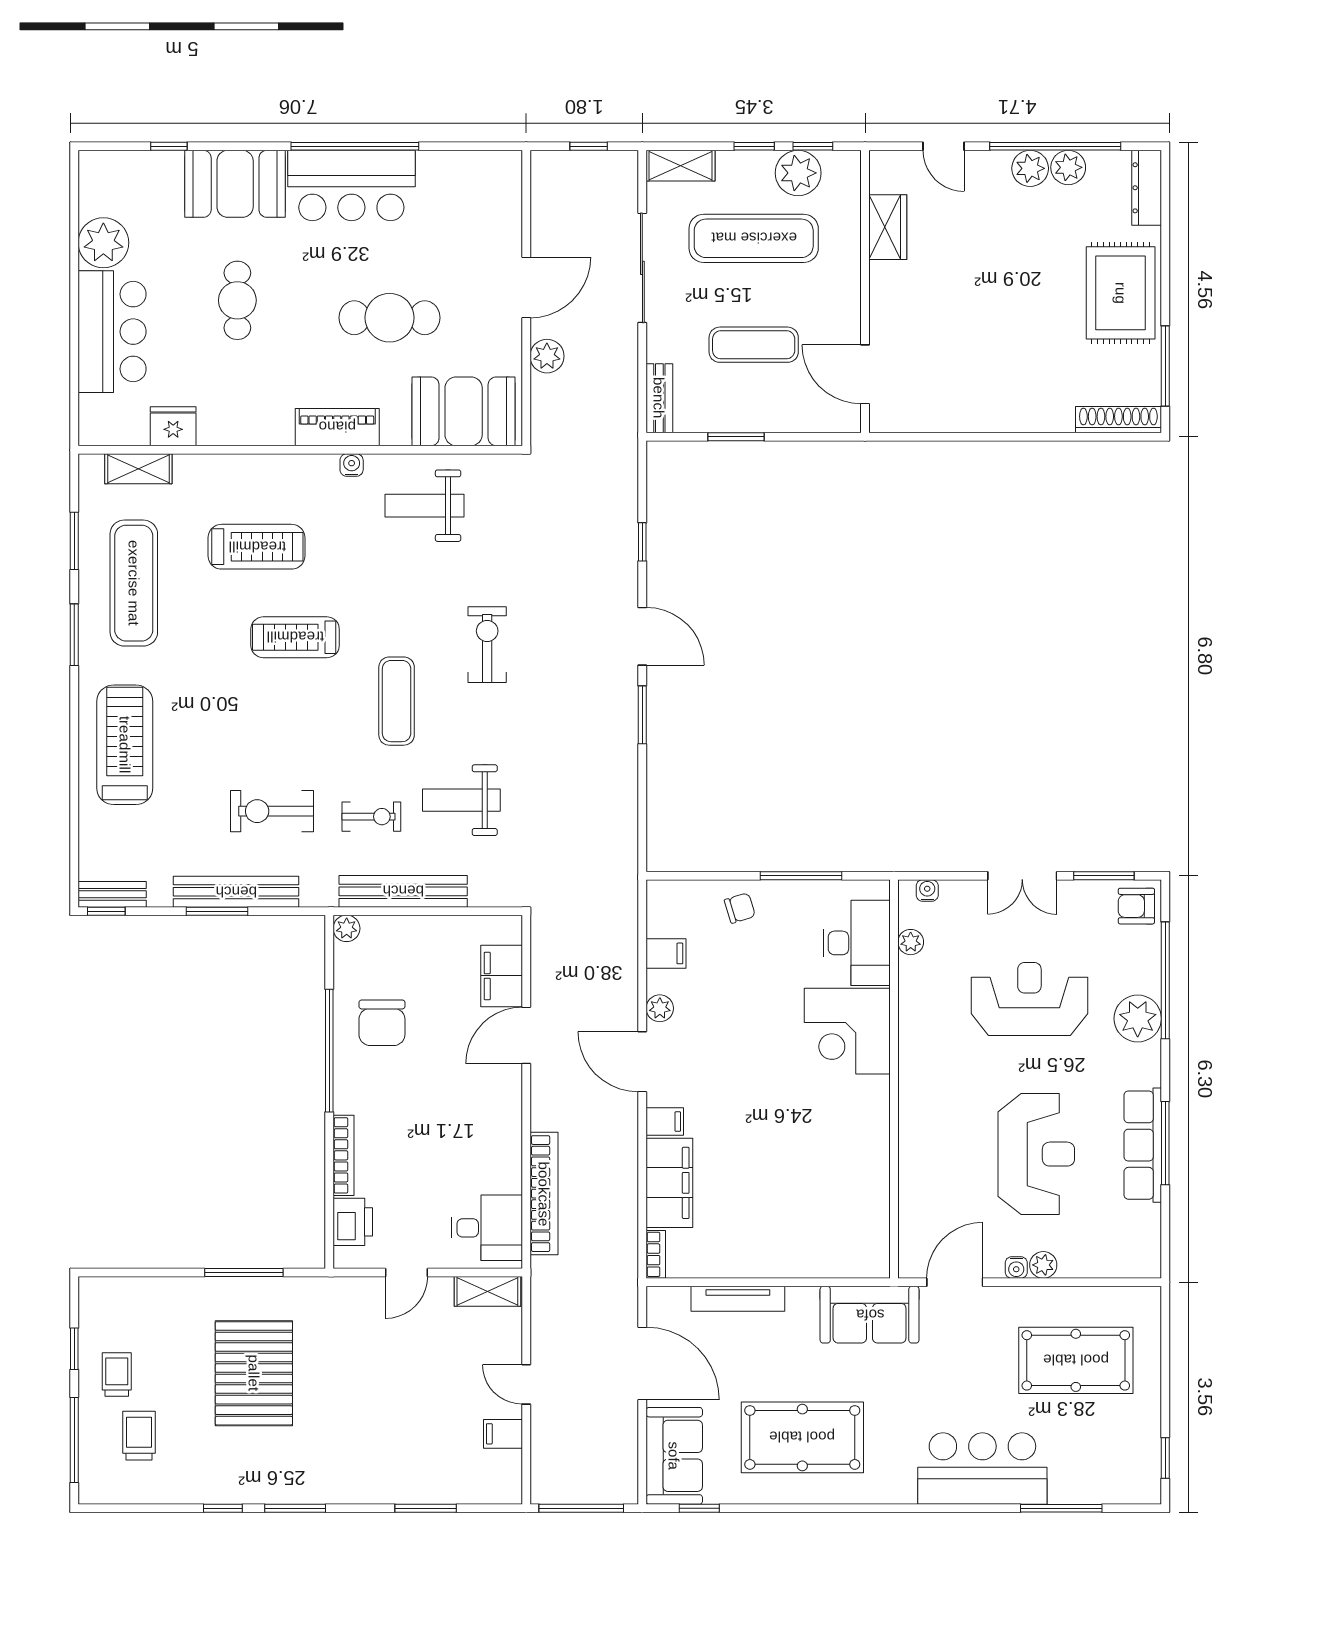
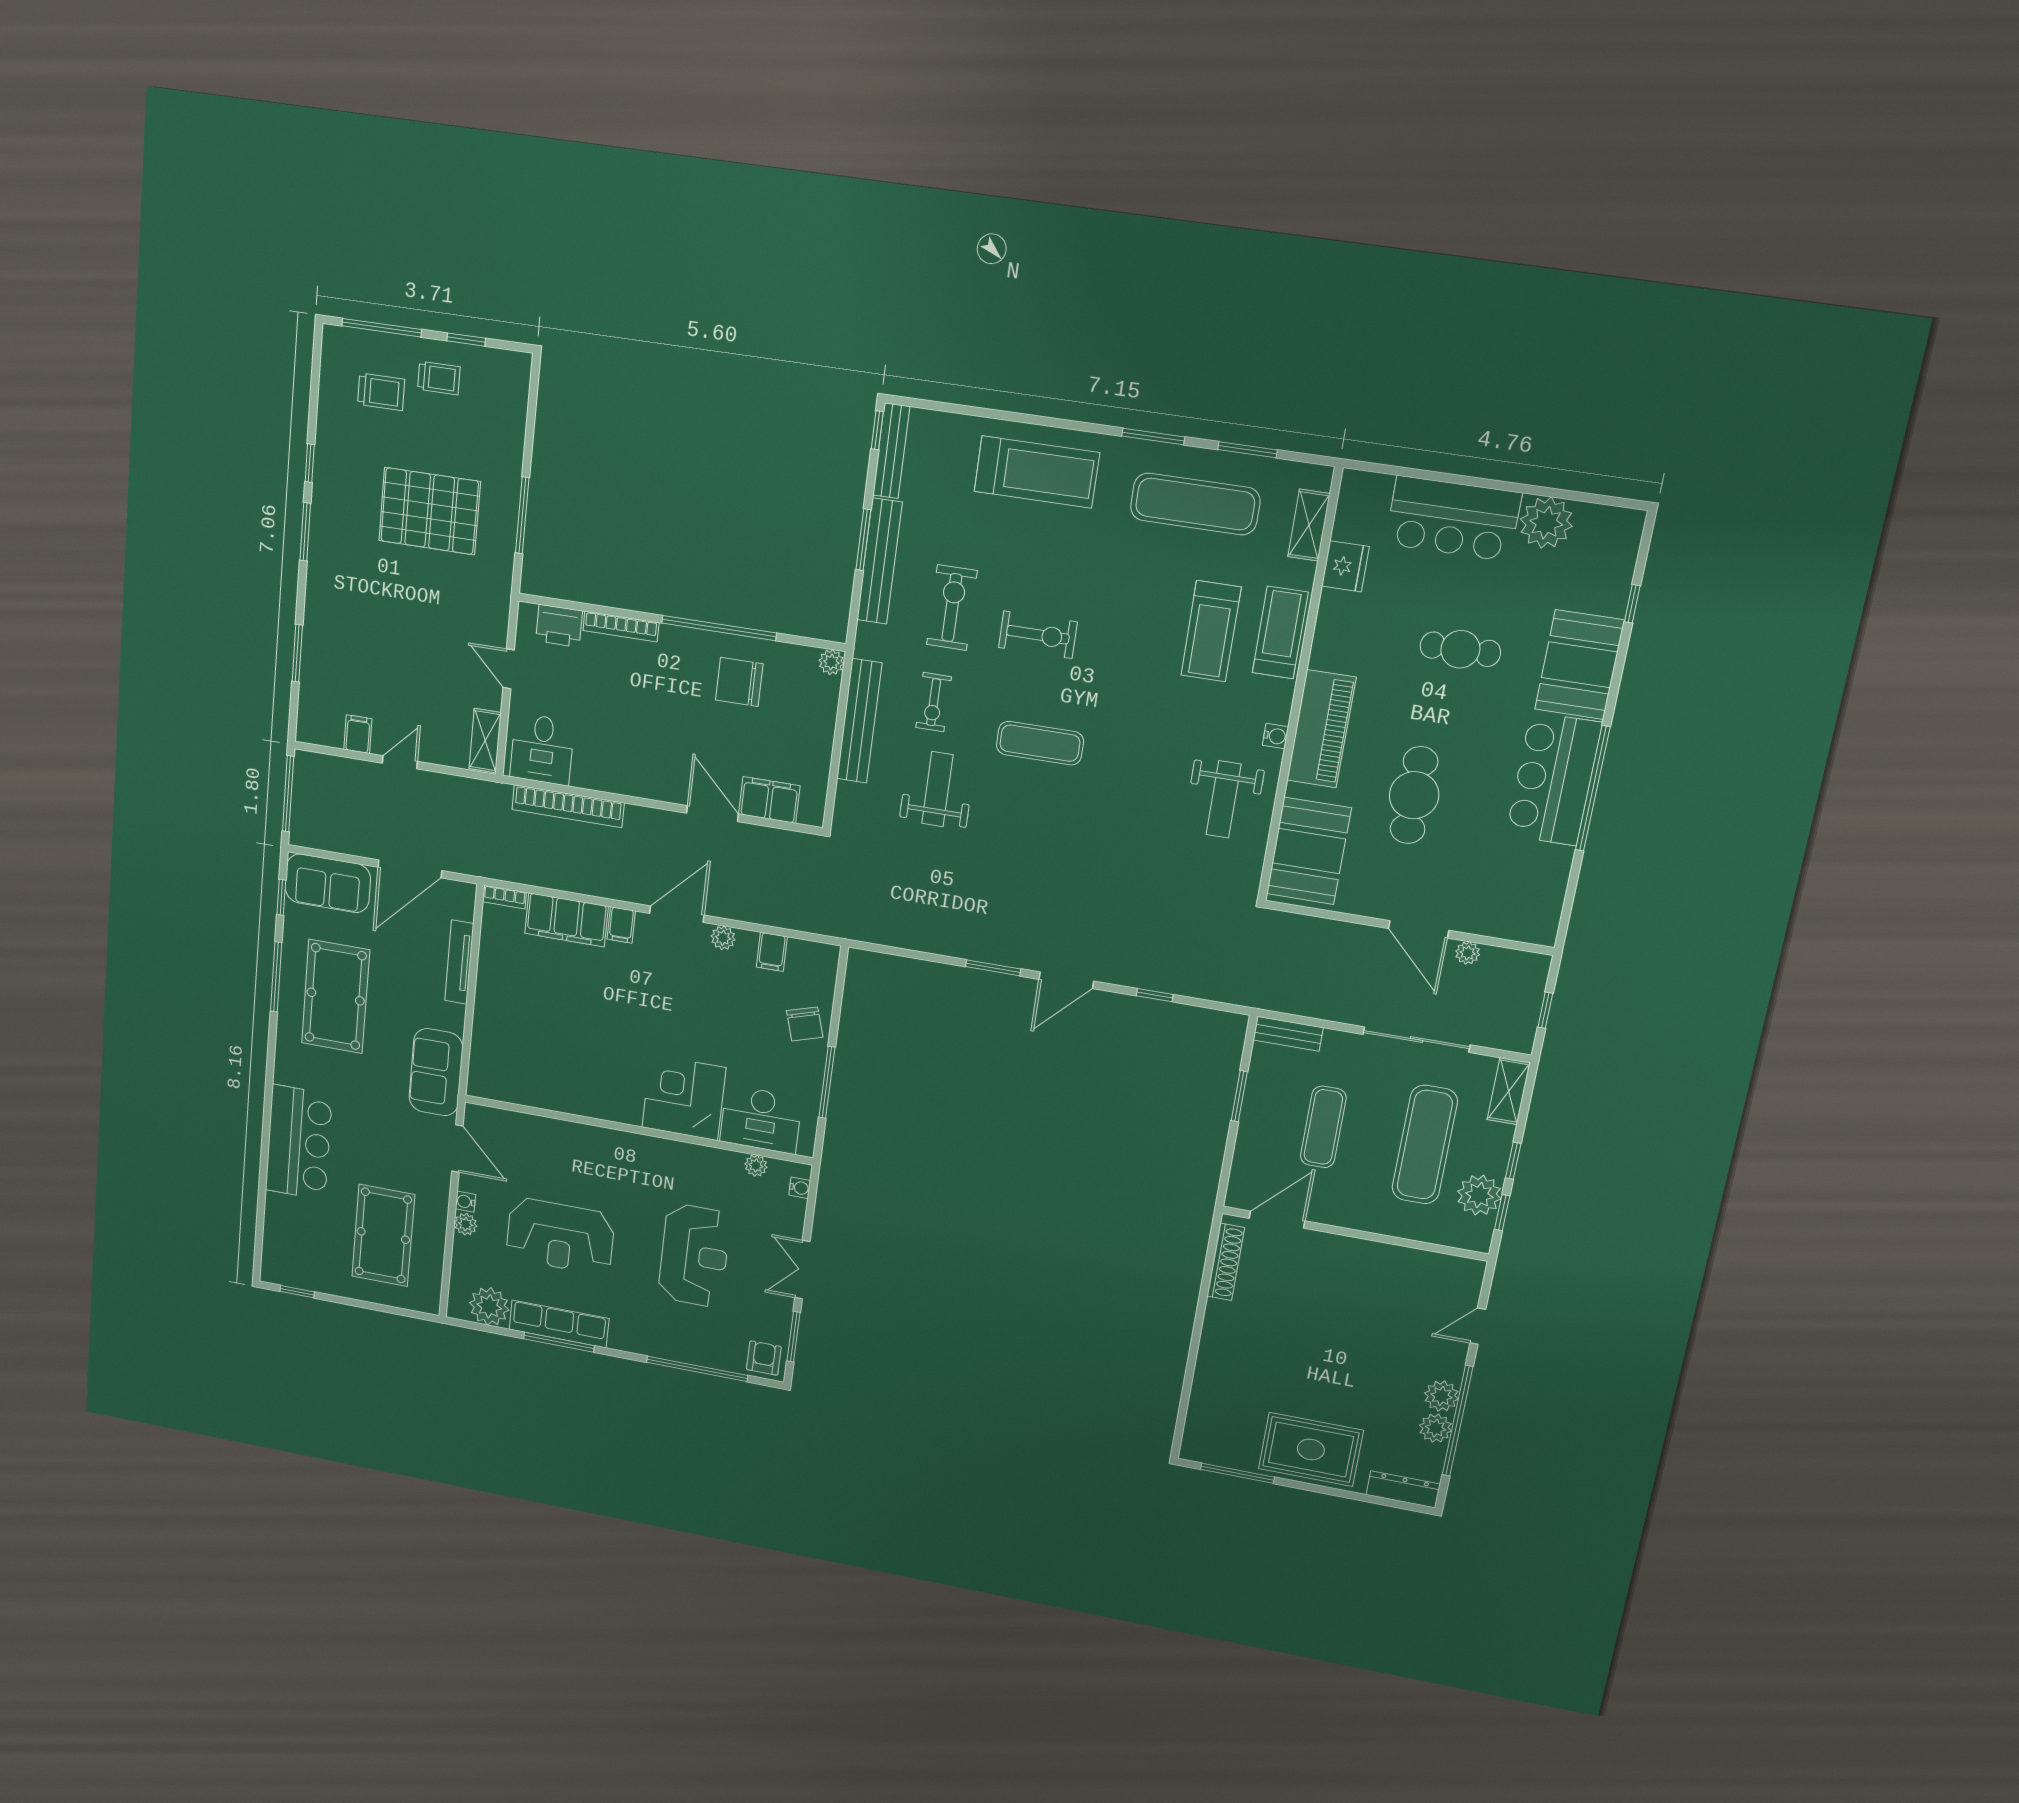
wardrobe: (888, 227) -> (1412, 1264), removed
plant: (547, 356) -> (1468, 953), moved, width x0.73, depth x0.73
shoe rack: (1118, 420) -> (1226, 1262), moved
piano: (337, 427) -> (1321, 729), width x1.37, depth x1.33
weight bench: (424, 506) -> (1224, 799), turned 180
treadmill: (295, 637) -> (1280, 632), moved
exercise bike: (487, 645) -> (1038, 635), moved
bench: (112, 894) -> (891, 451), width x1.36
chair: (740, 908) -> (805, 1024), width x1.37, depth x1.37
plant: (1138, 1019) -> (489, 1306), moved
window: (1061, 1508) -> (276, 977), moved

